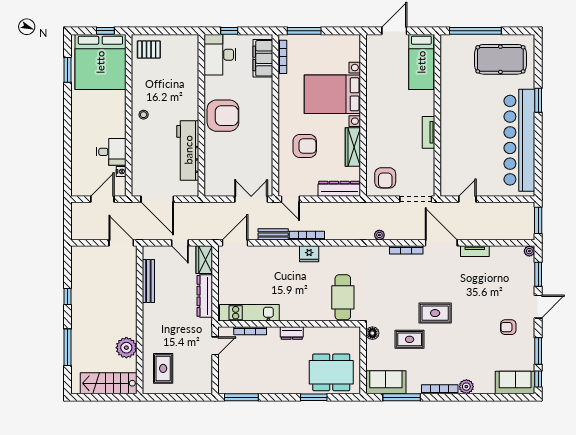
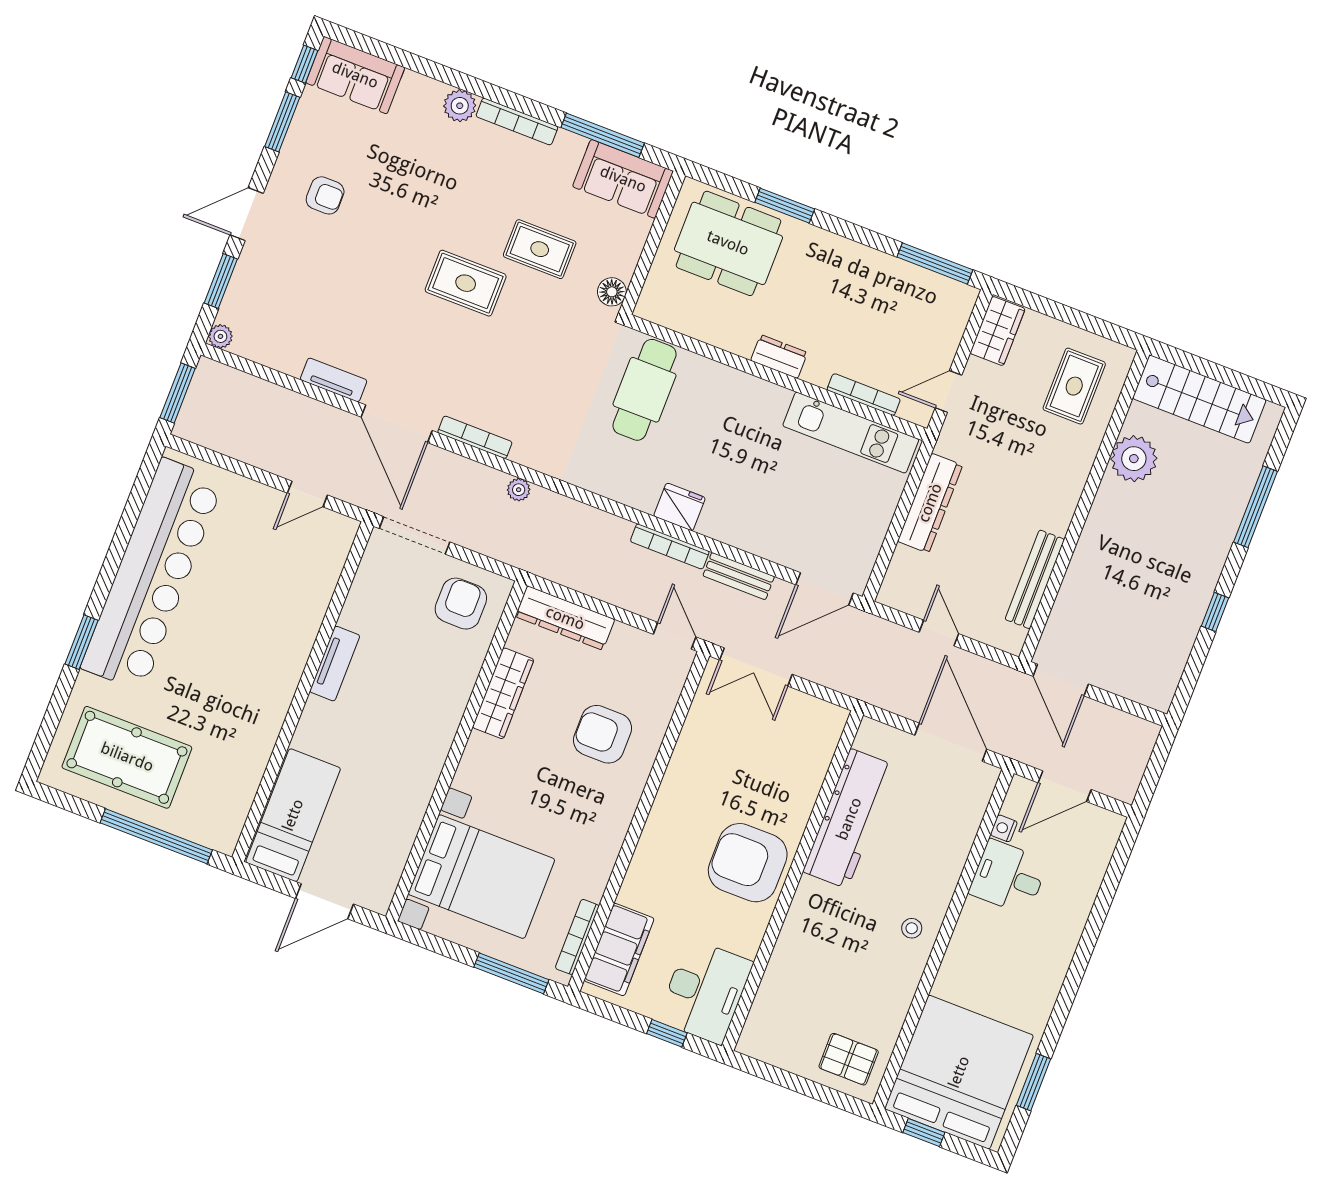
bed with nightstands: (332, 94) -> (481, 877), moved
wardrobe: (204, 260) -> (998, 331), moved

